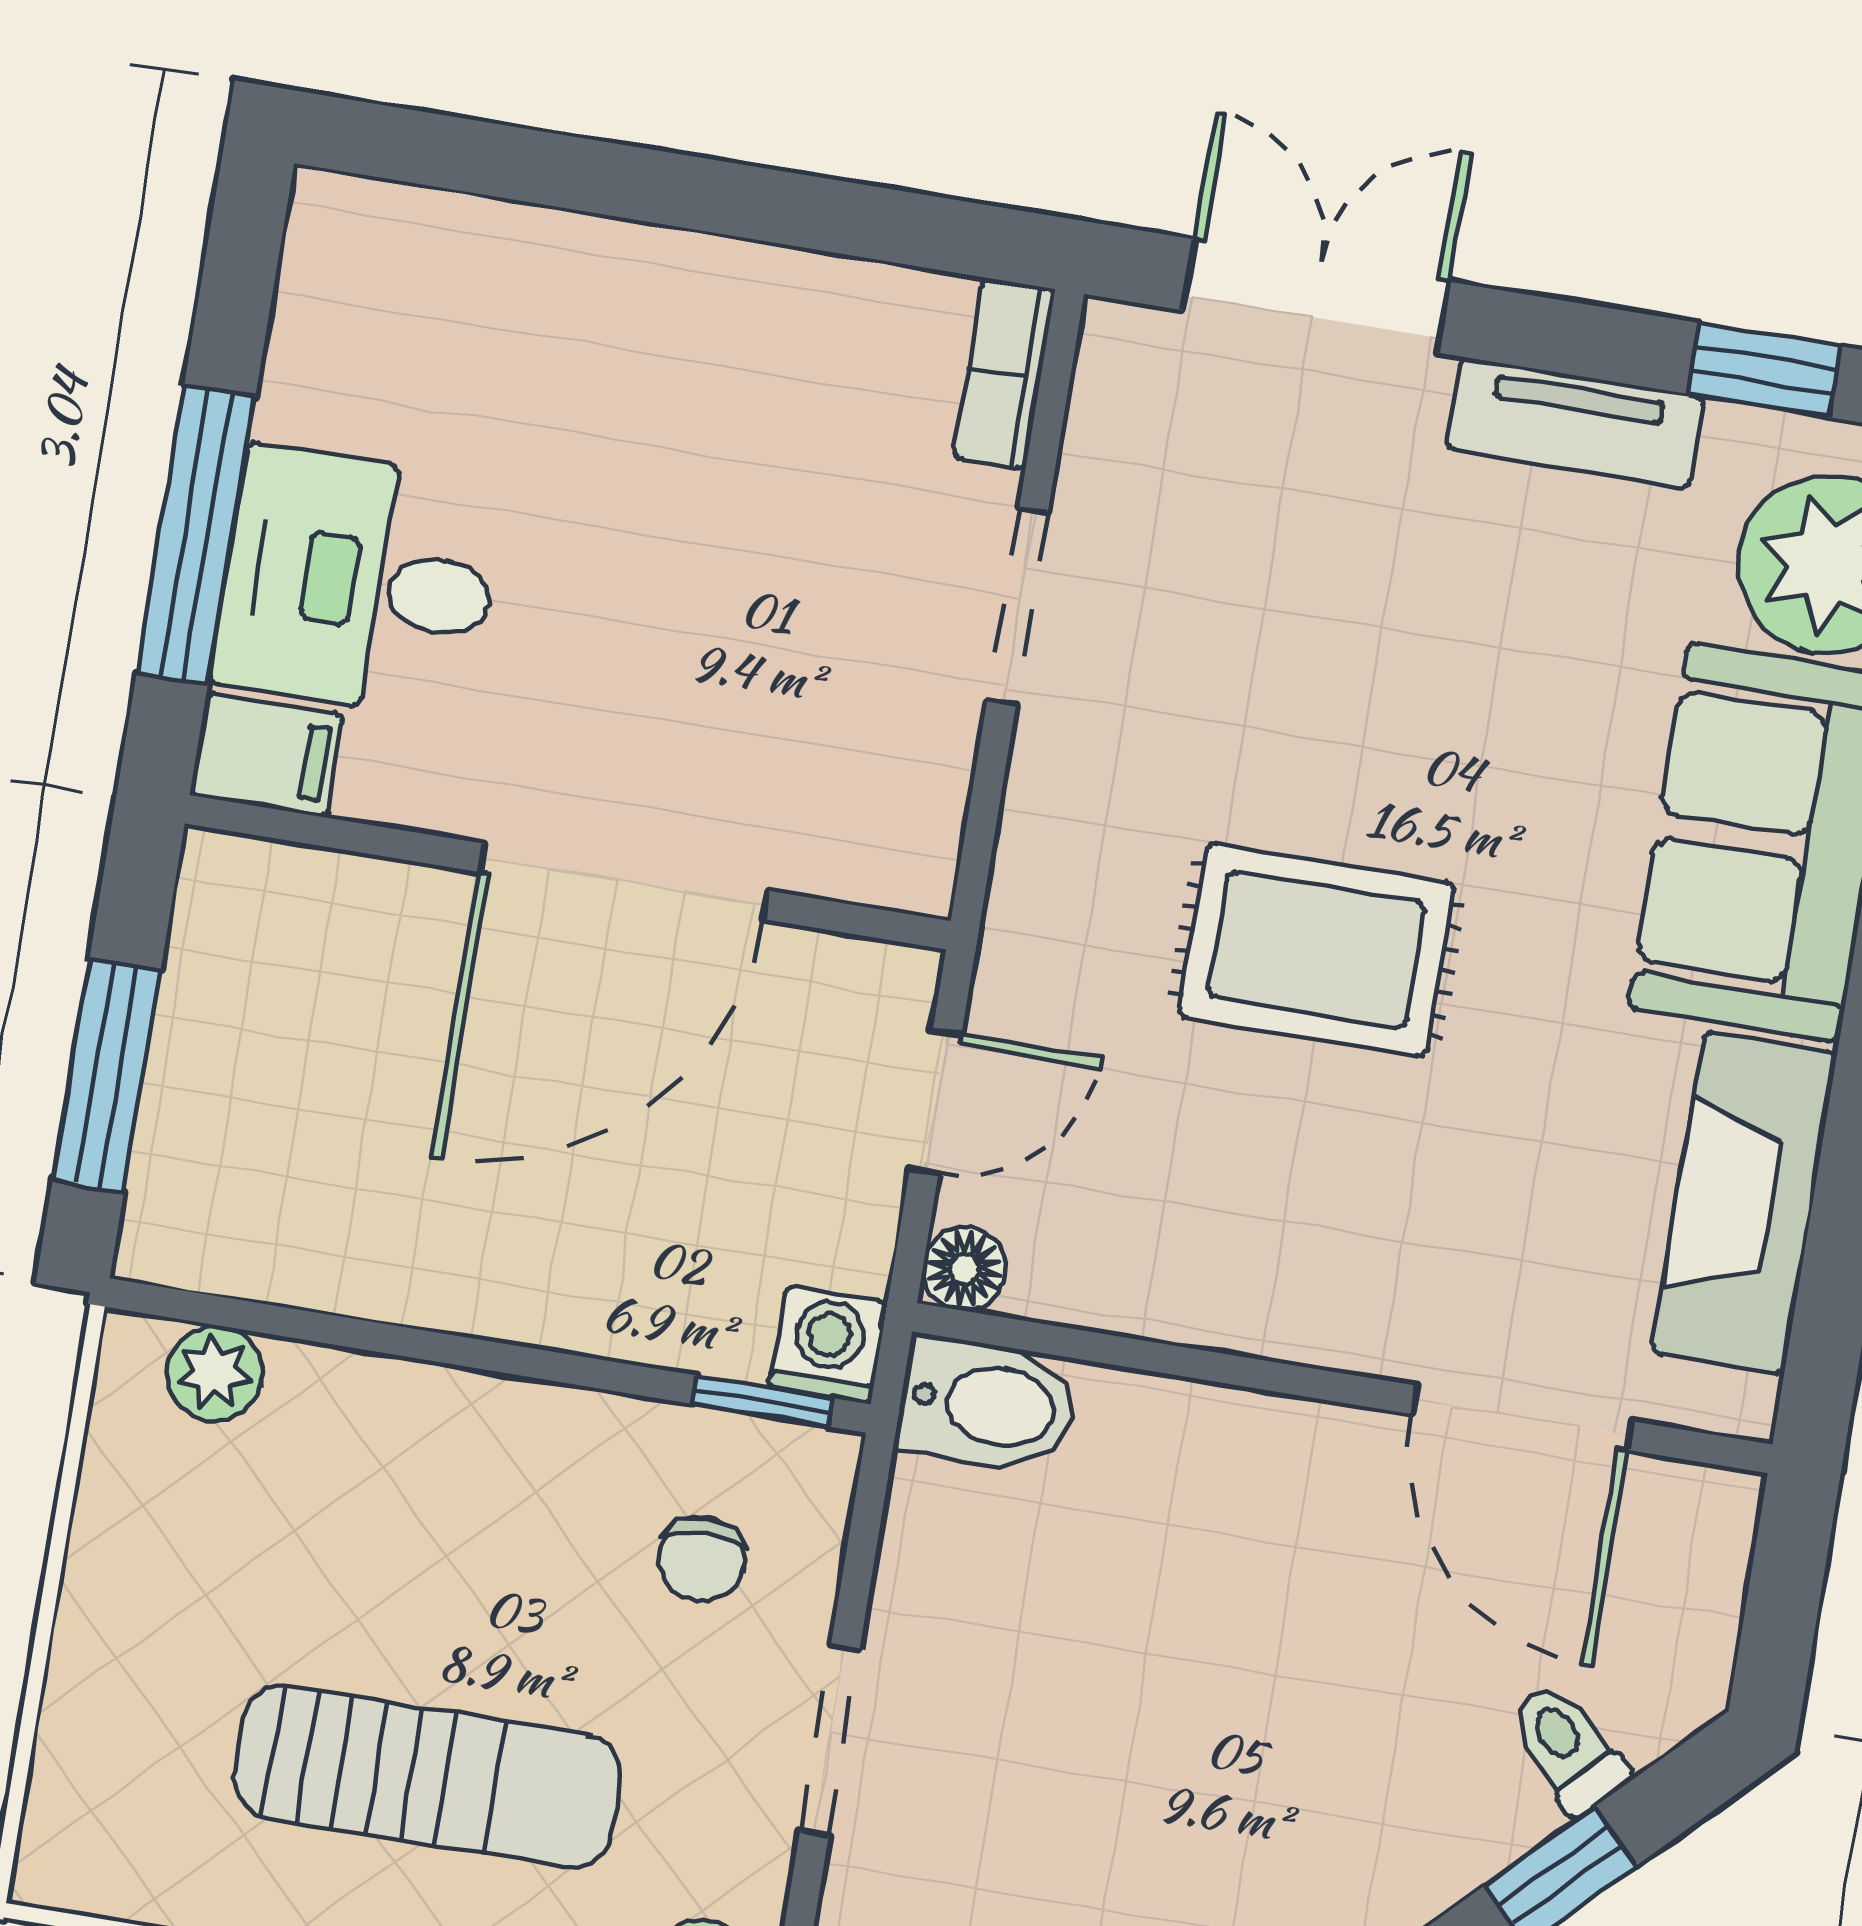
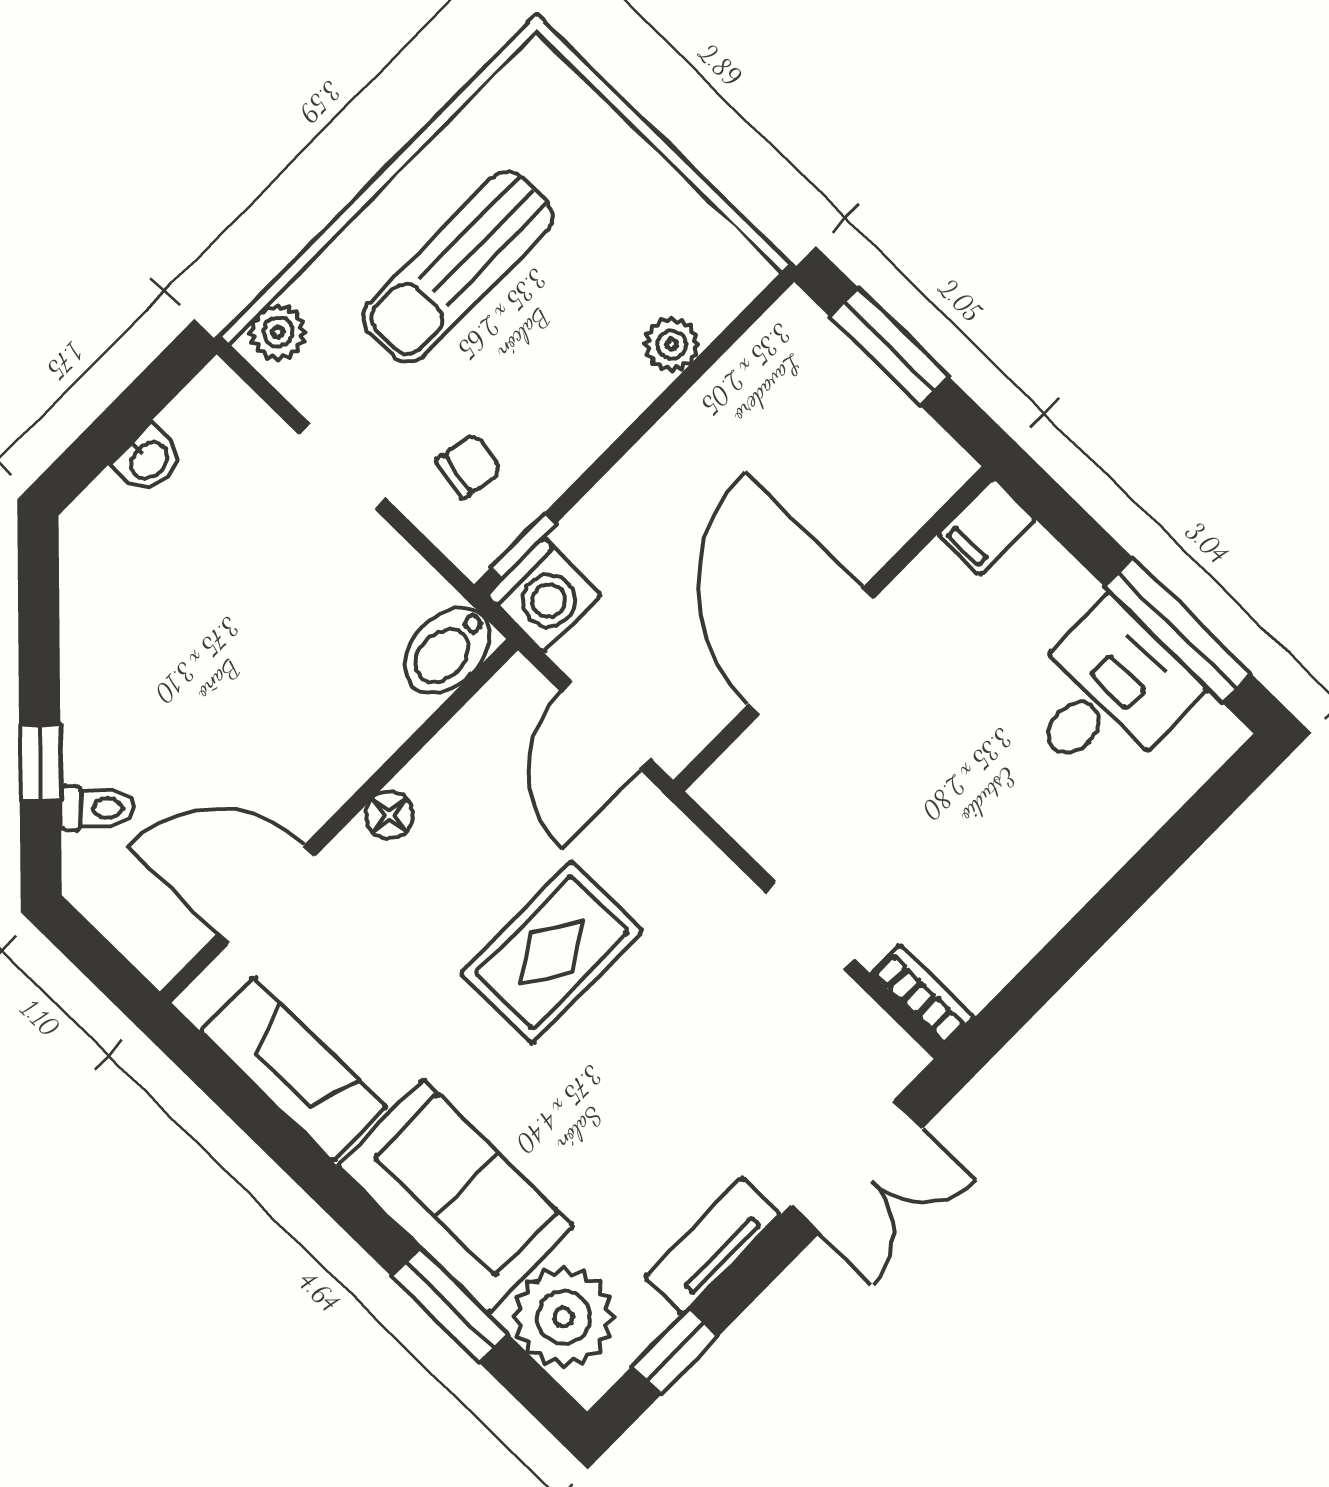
window: (196, 535) -> (1178, 630), moved
desk: (358, 583) -> (1106, 694), moved
door: (936, 1102) -> (606, 725), width x1.38
floor lamp: (965, 1269) -> (389, 815), moved
washing machine: (828, 1345) -> (543, 595), width x1.38, depth x1.38
plant: (215, 1373) -> (672, 344), moved
chair: (702, 1559) -> (469, 466), turned 101

